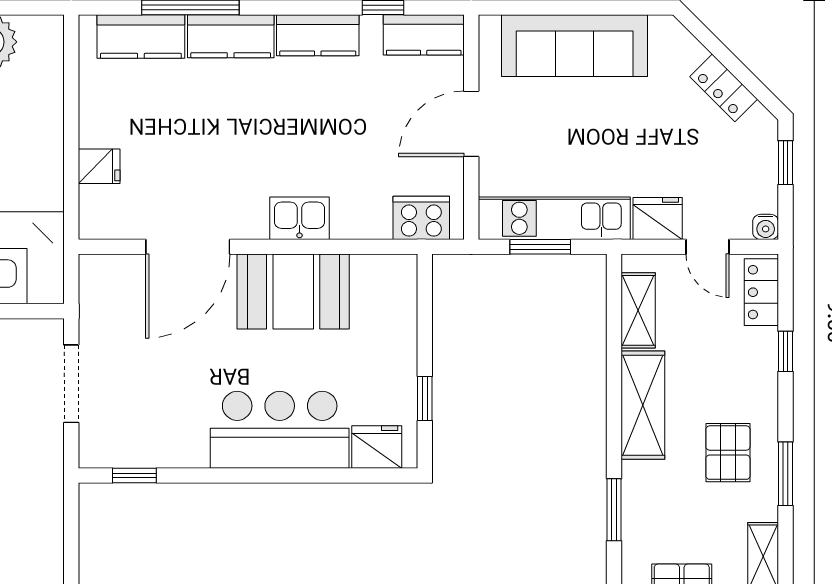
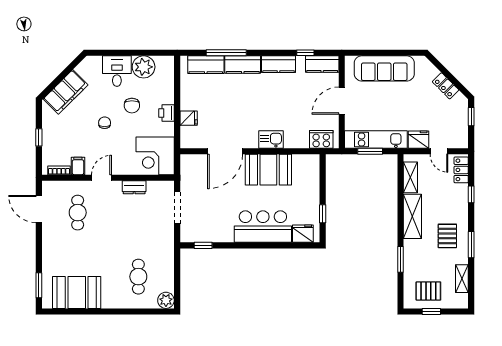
printer: (46, 154) -> (167, 113), added
water cooler: (766, 227) -> (463, 143), removed

